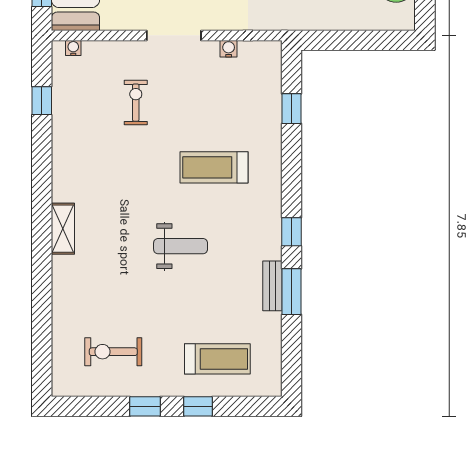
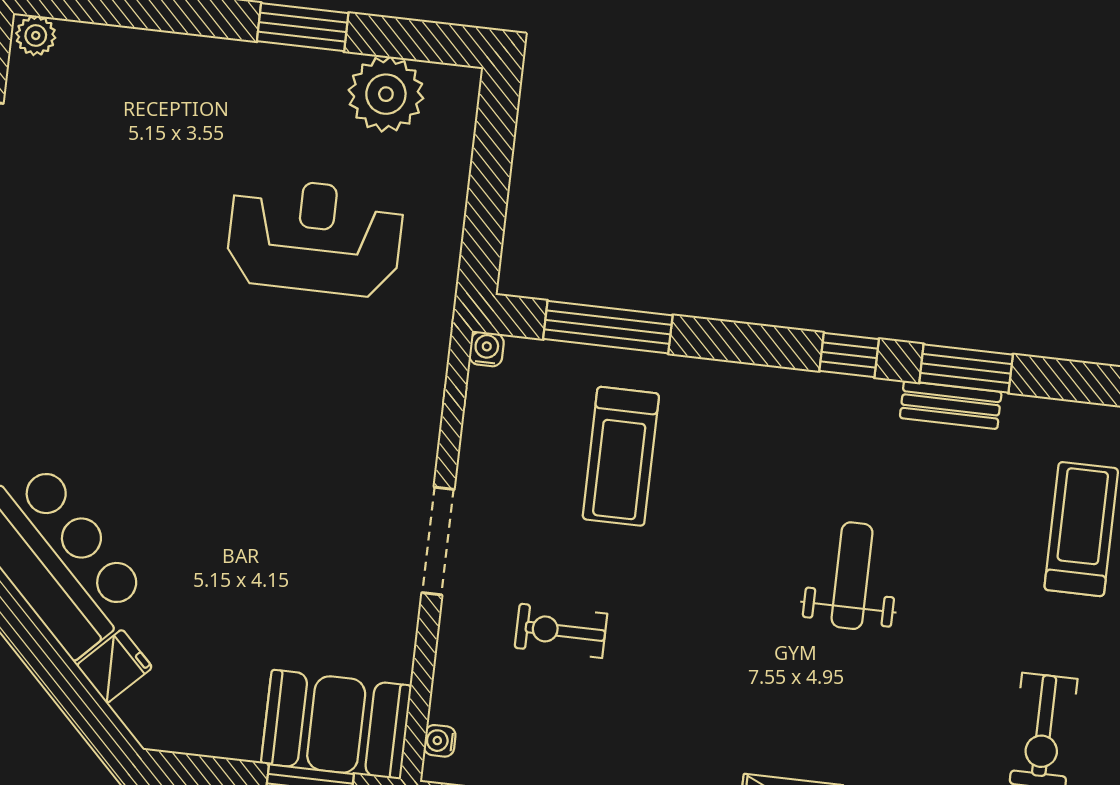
water cooler: (229, 49) -> (486, 349), moved, turned 90
window: (292, 109) -> (608, 327), width x2.17
treadmill: (214, 167) -> (621, 456), moved

